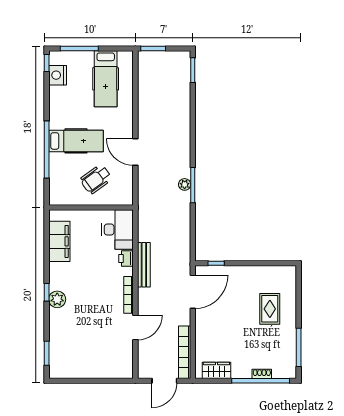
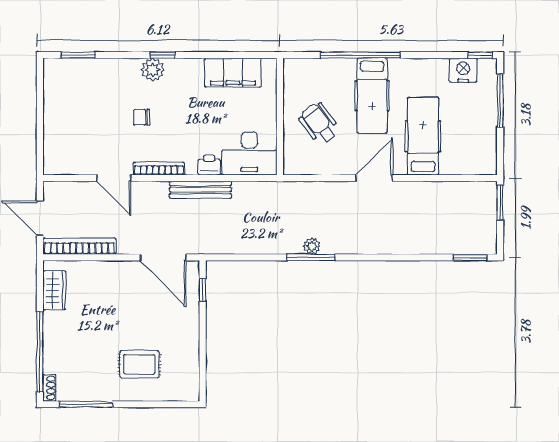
hospital bed: (106, 79) -> (423, 136), moved, turned 90
door: (135, 152) -> (374, 178), moved
chair: (92, 307) -> (142, 117), added
shoe rack: (262, 374) -> (49, 388), moved

